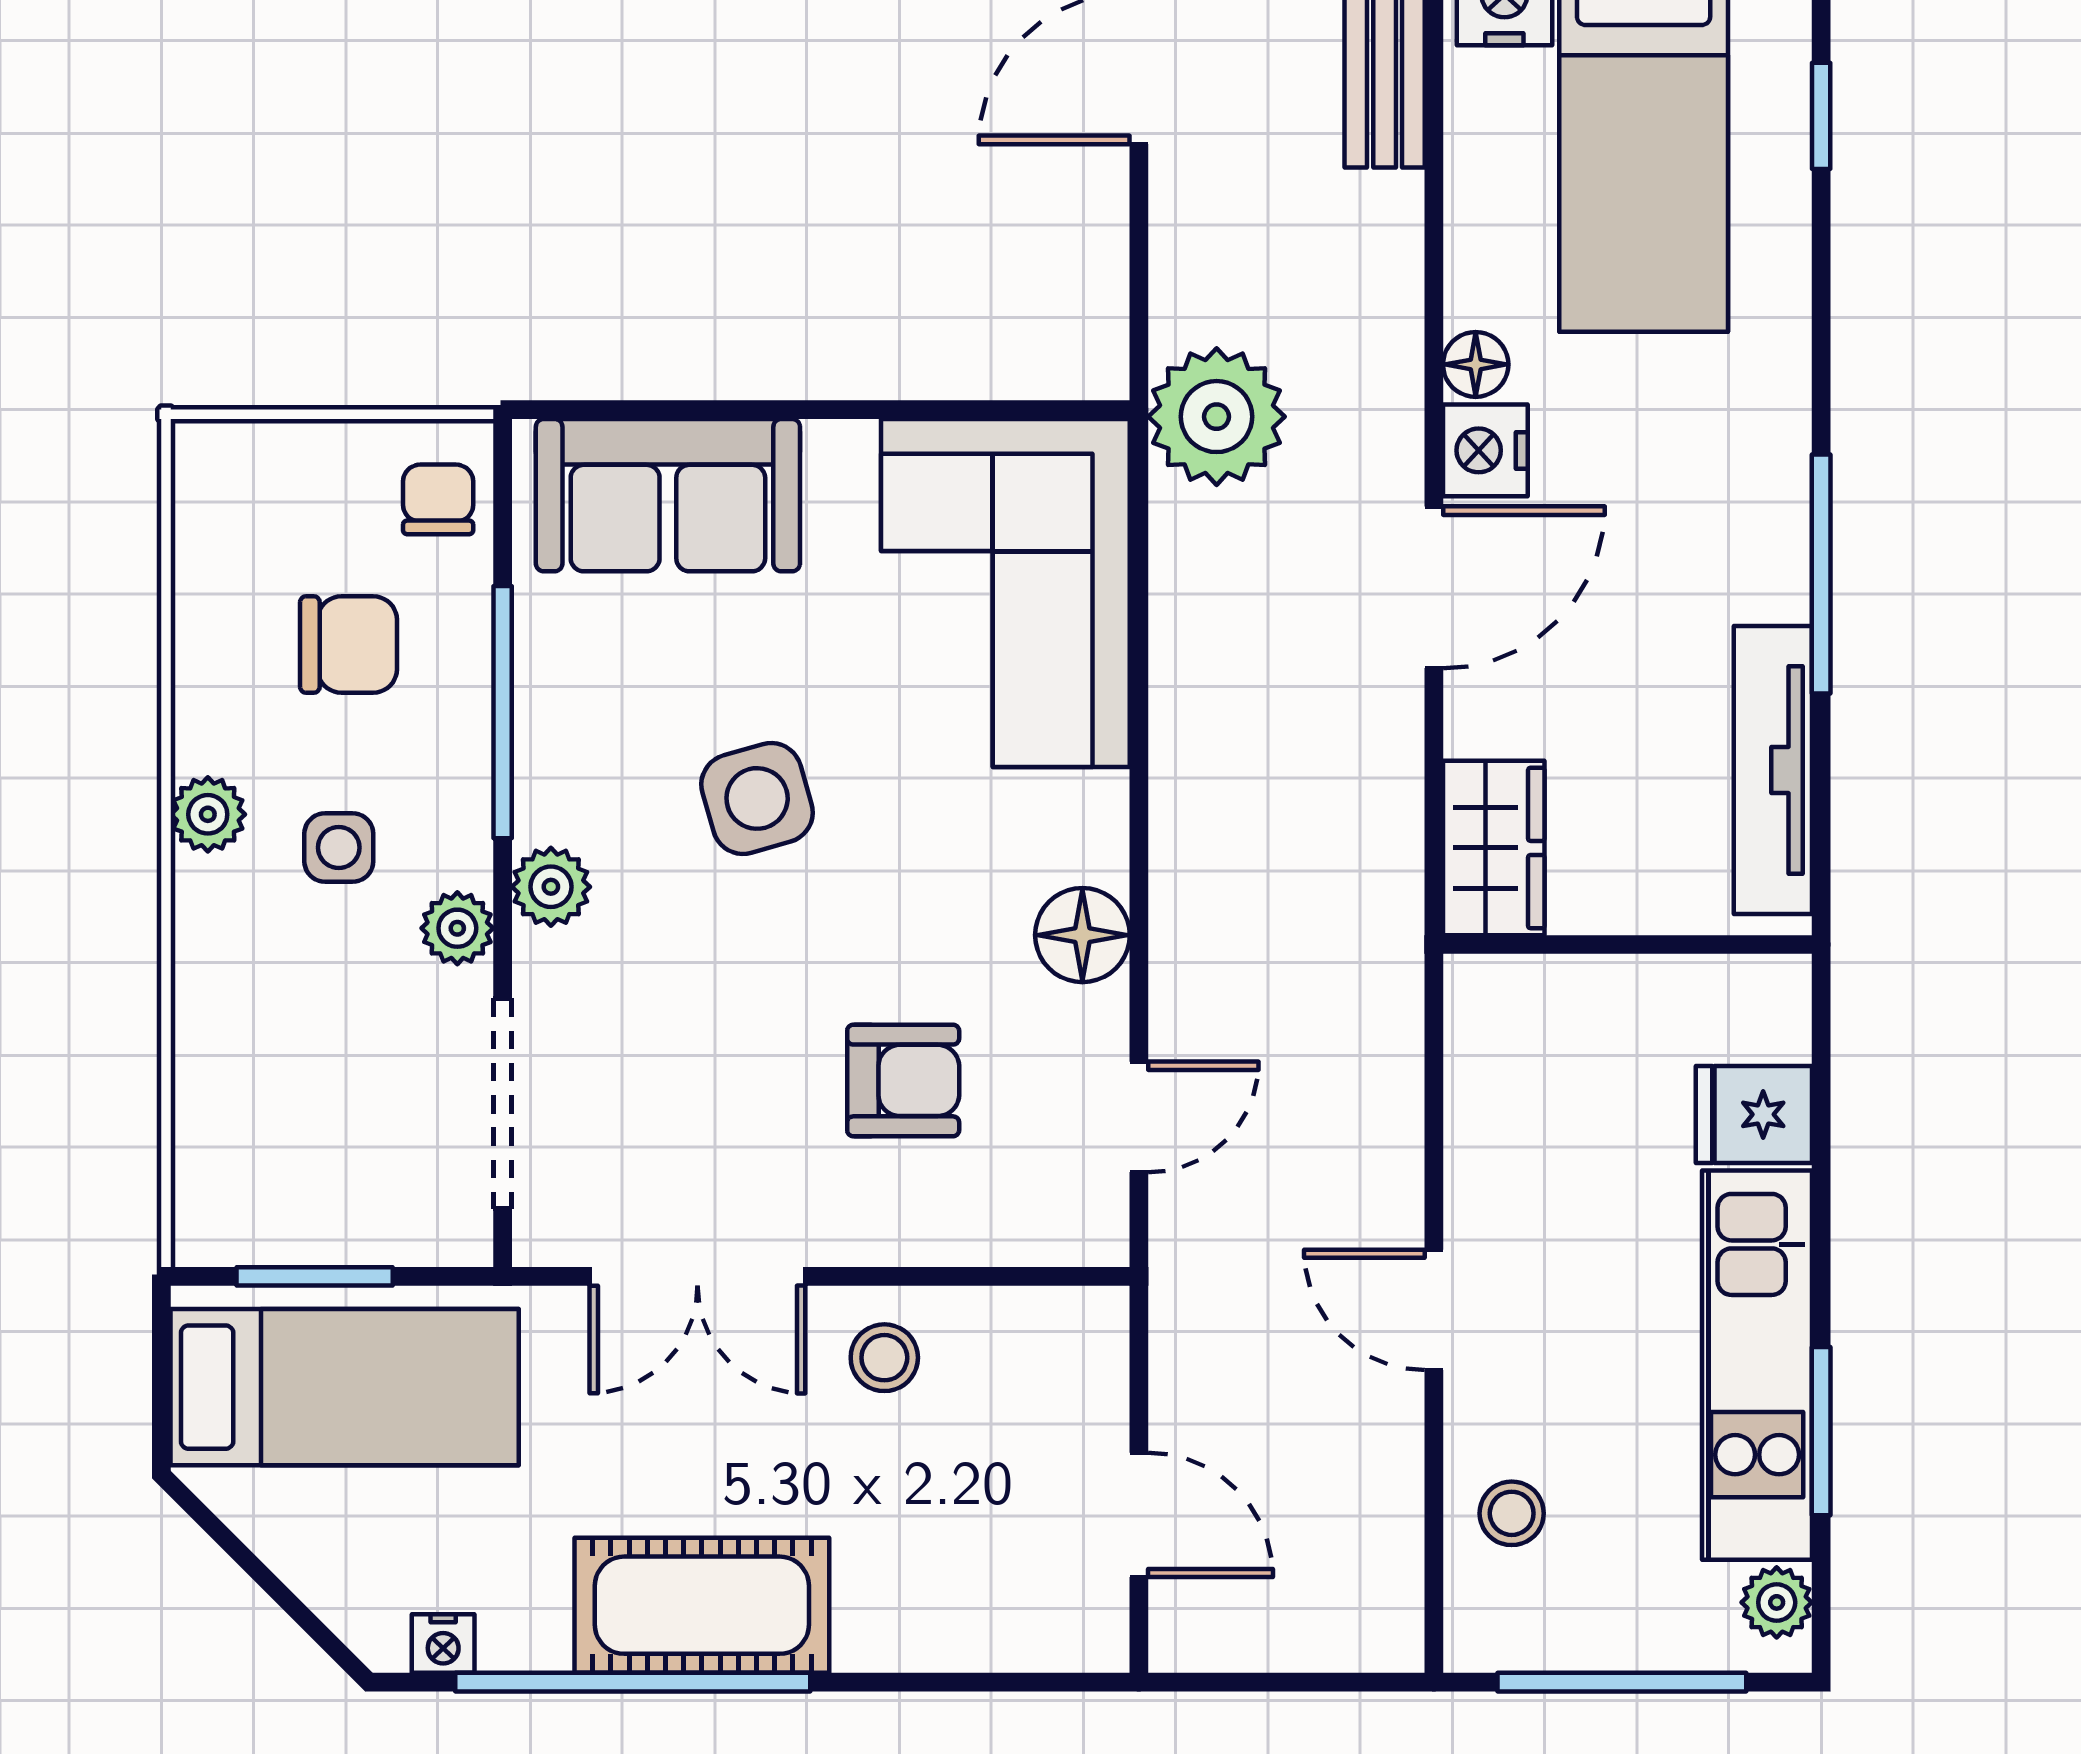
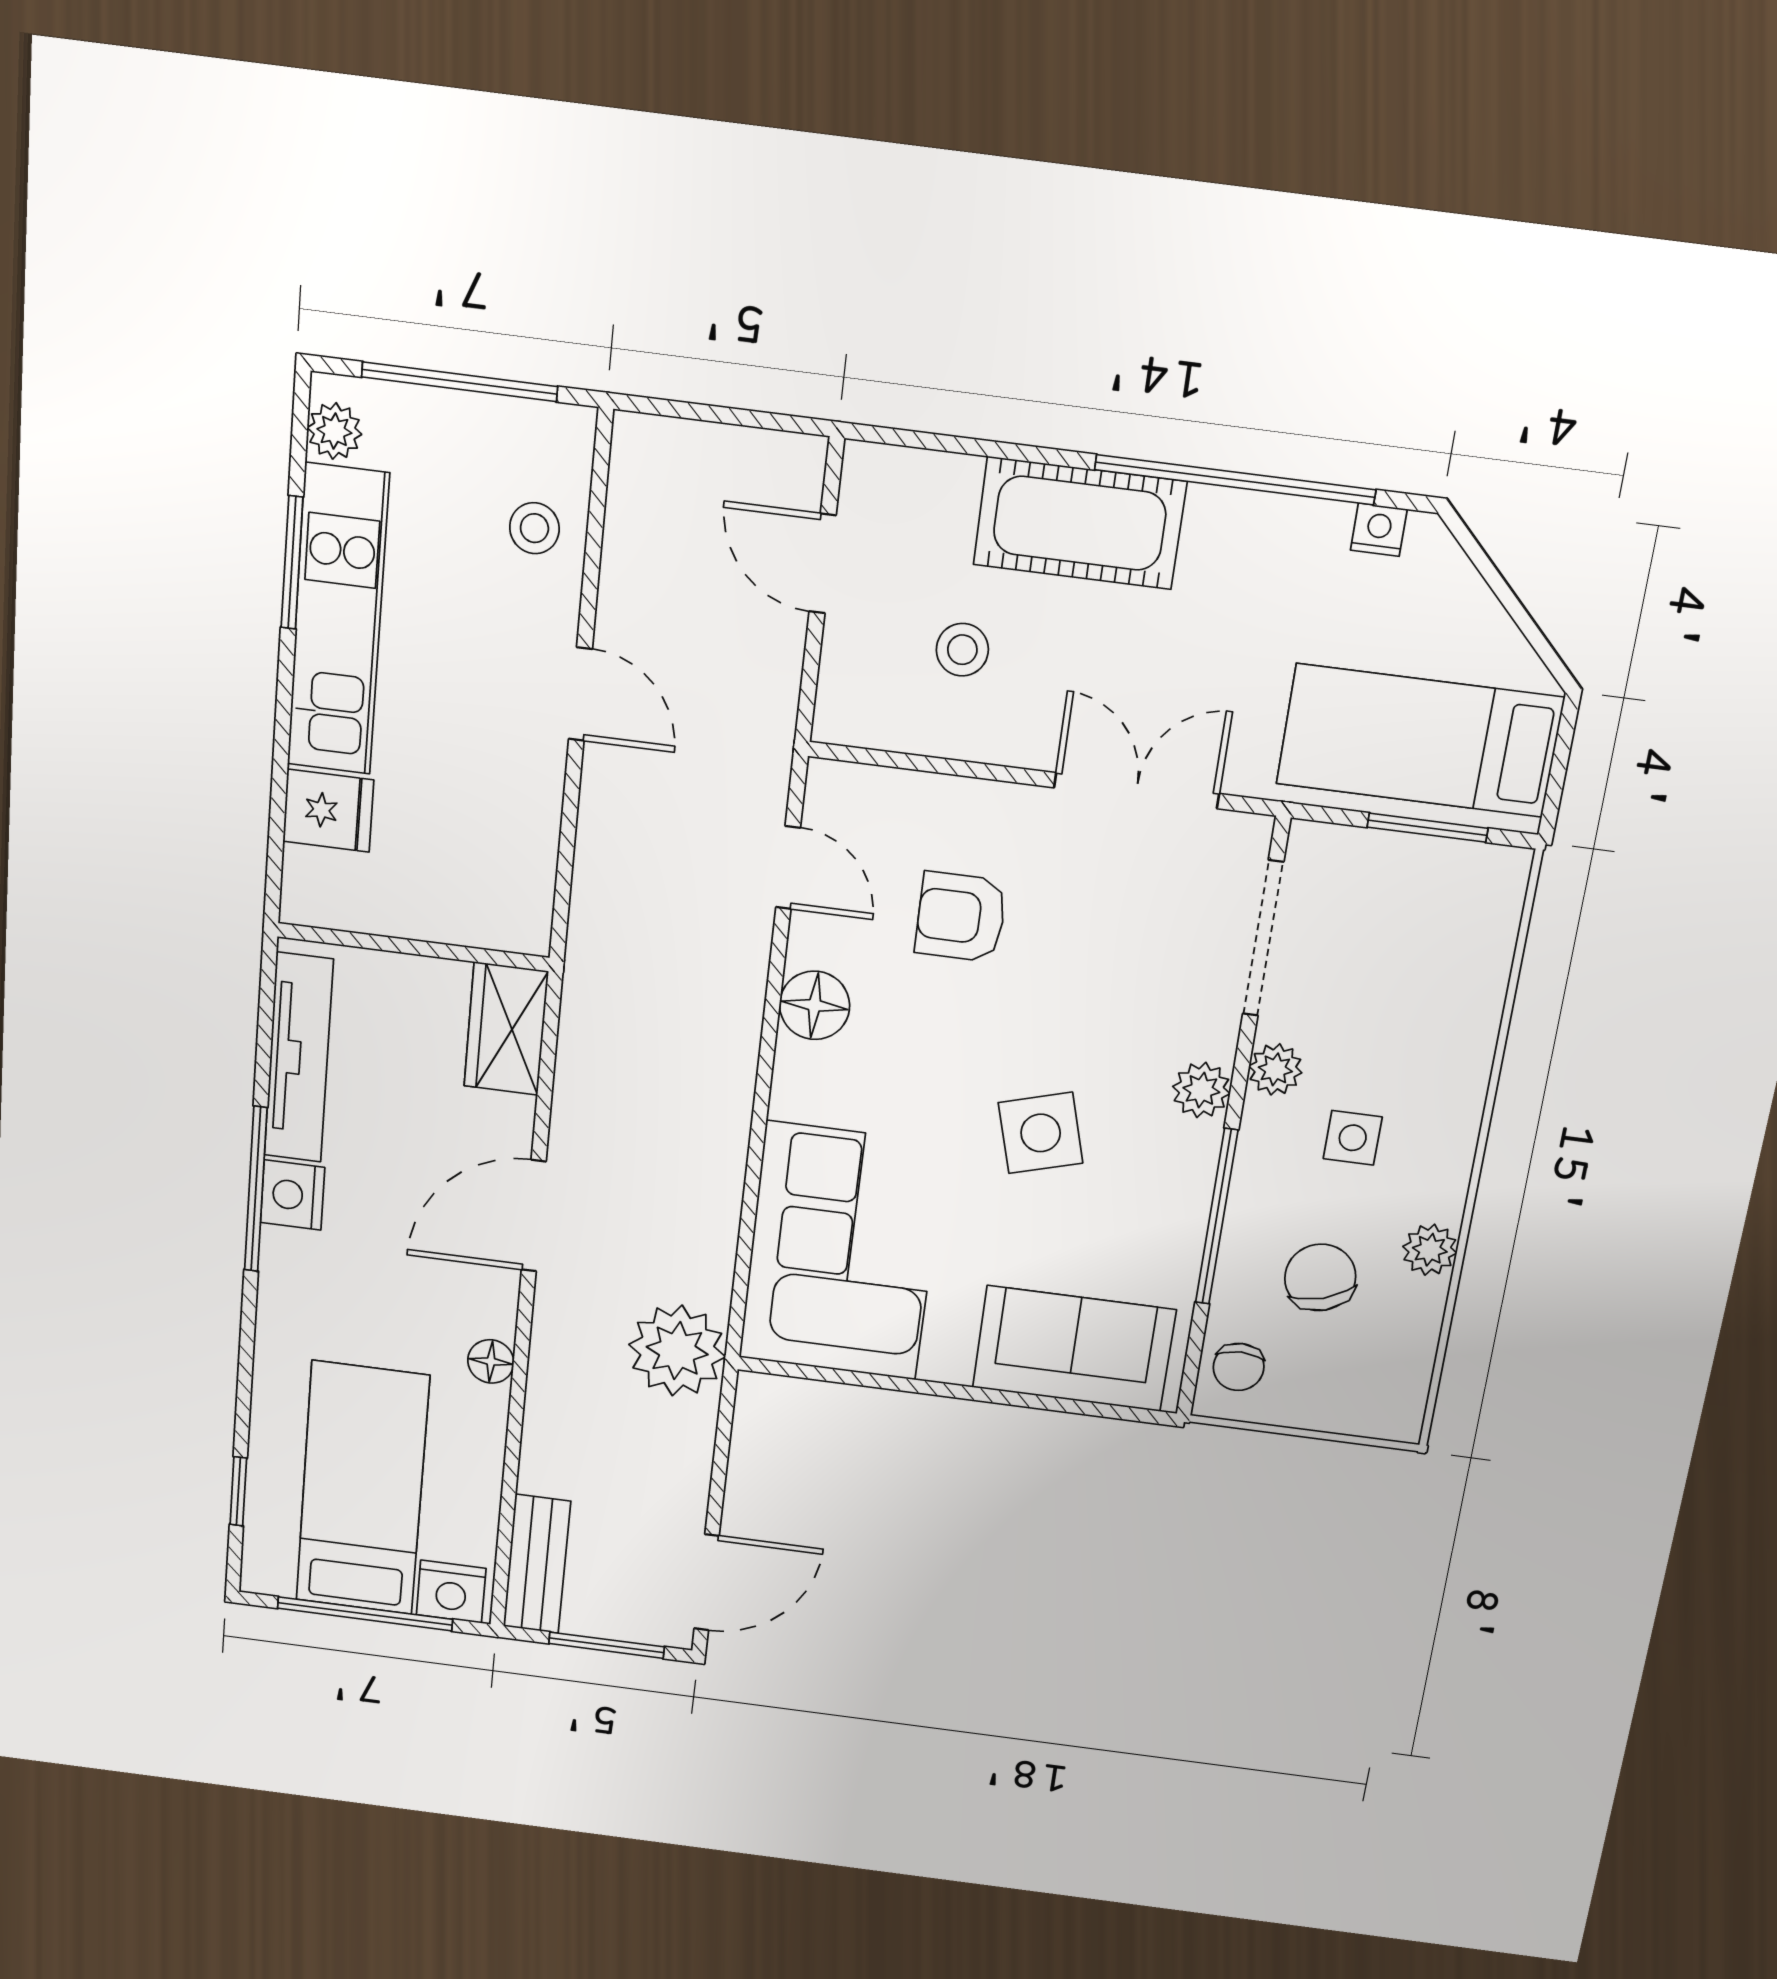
nightstand: (1485, 450) -> (293, 1195), moved, turned 180
chair: (349, 645) -> (1320, 1277), turned 72
plant: (208, 814) -> (1430, 1250), moved
door: (1139, 1117) -> (788, 868), swing flipped
stool: (884, 1358) -> (962, 650), moved
cot: (702, 1605) -> (1080, 523), moved

